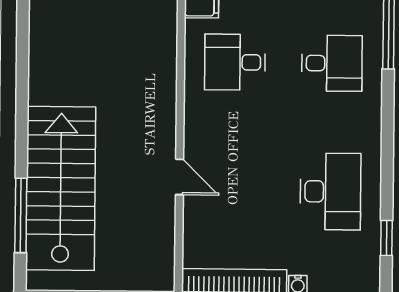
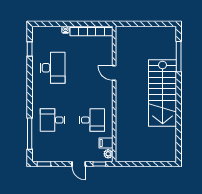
stairs: (61, 188) -> (163, 93), moved
desk: (330, 191) -> (53, 68), turned 180

